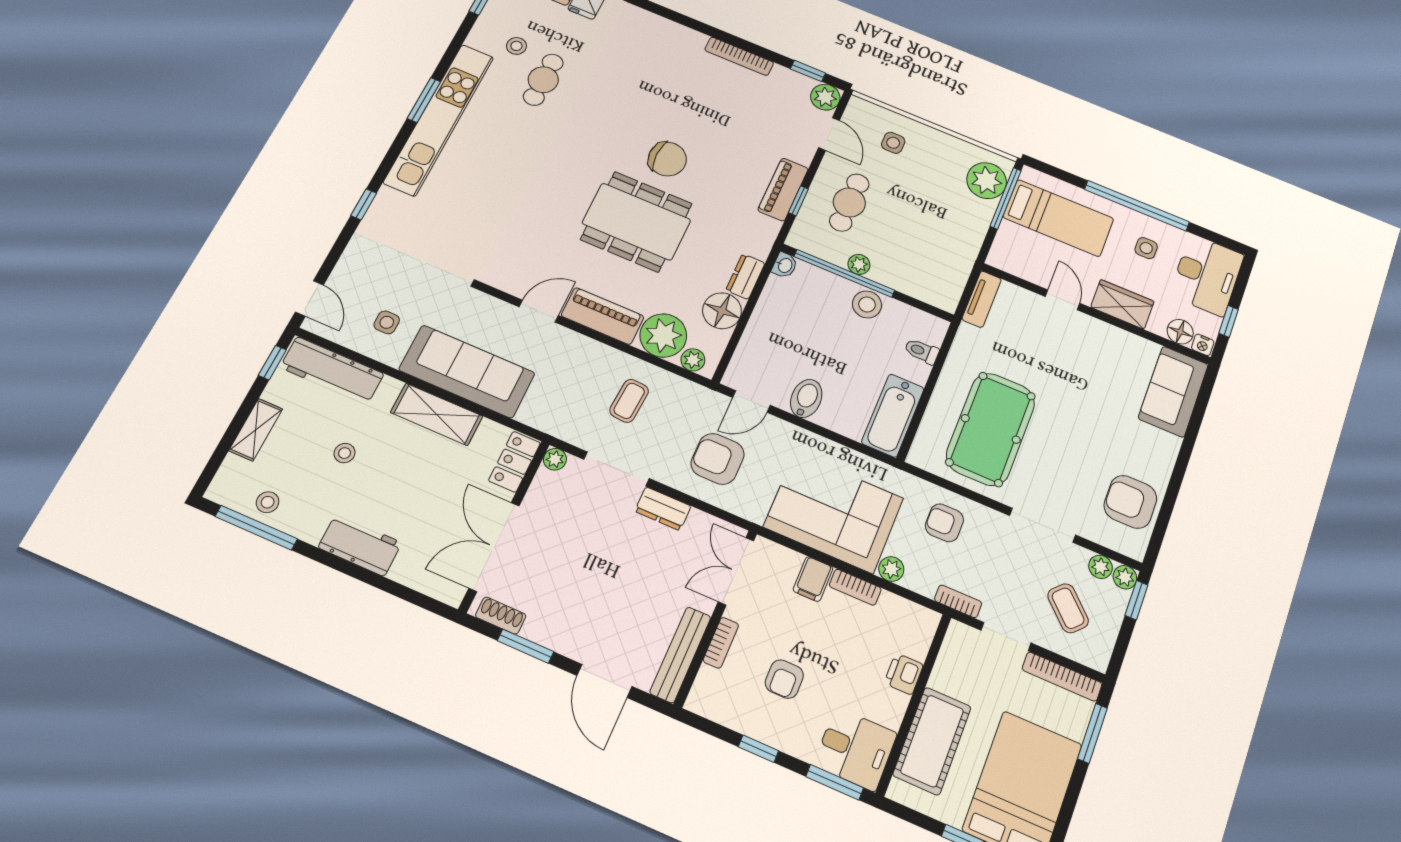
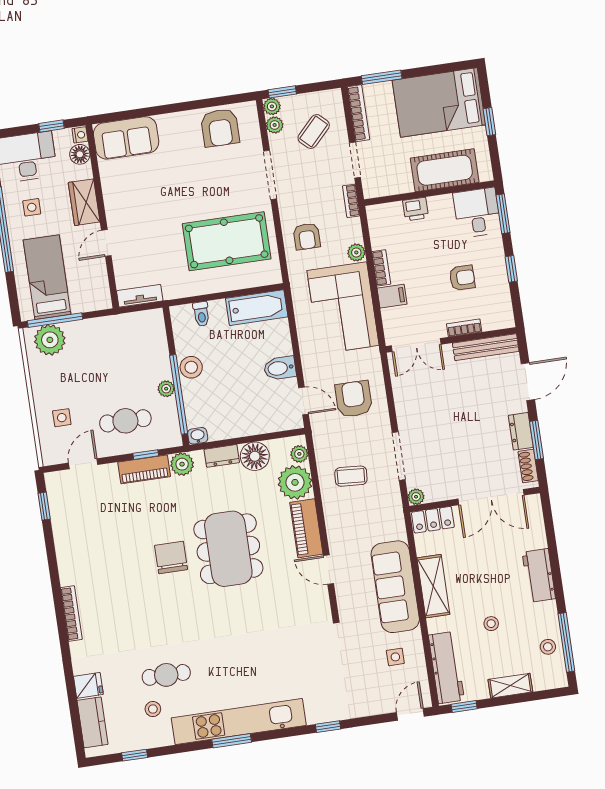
bookcase: (739, 56) -> (71, 614), moved
plant: (825, 97) -> (182, 464), moved
armchair: (718, 459) -> (354, 399), turned 180
dresser: (663, 509) -> (521, 431), moved, turned 180

